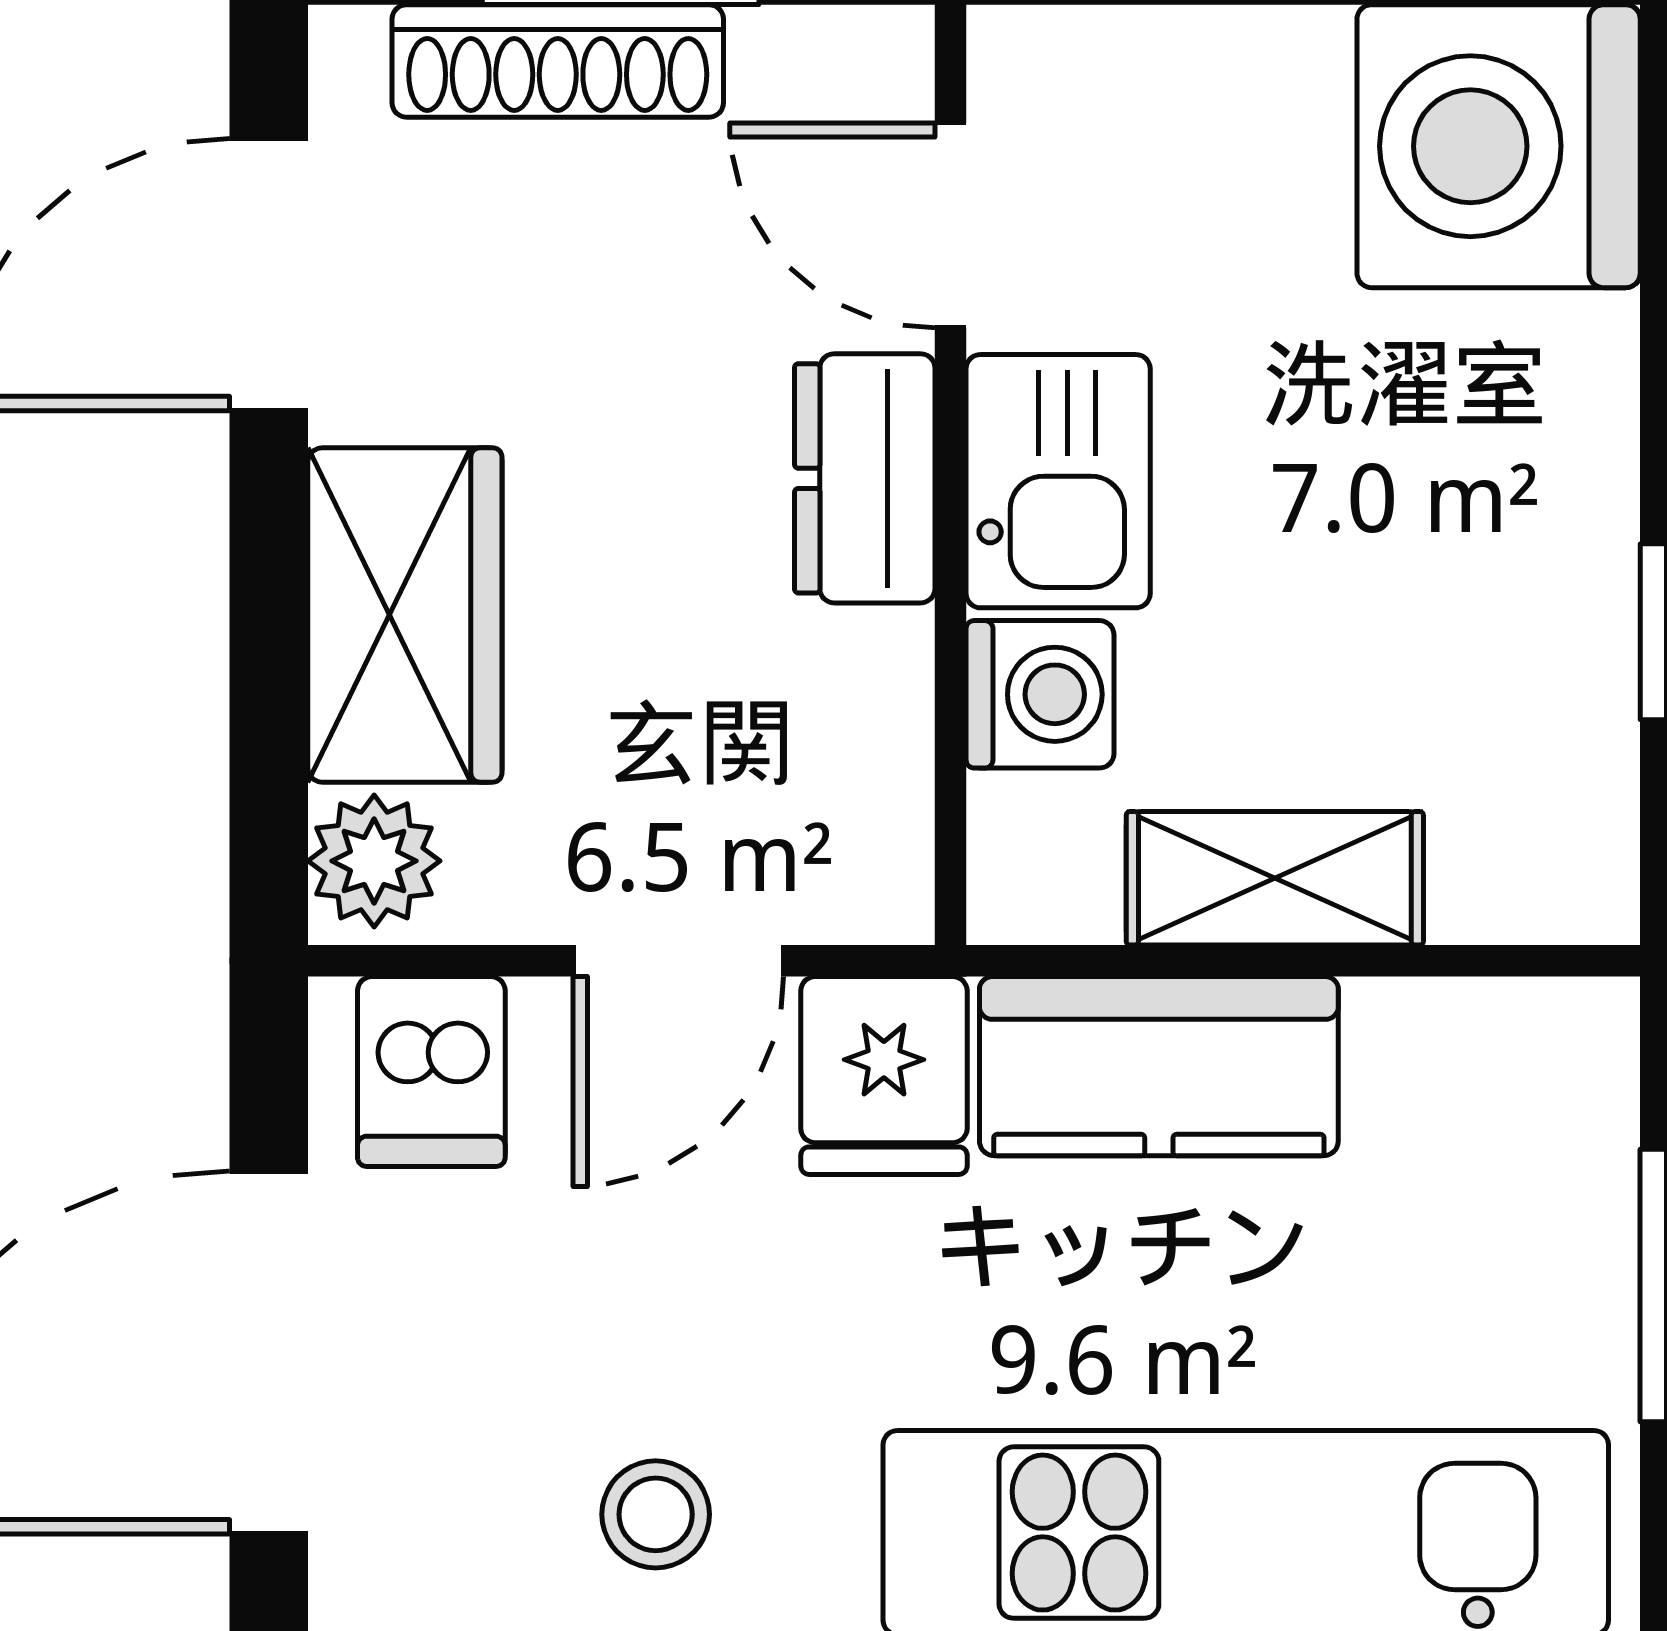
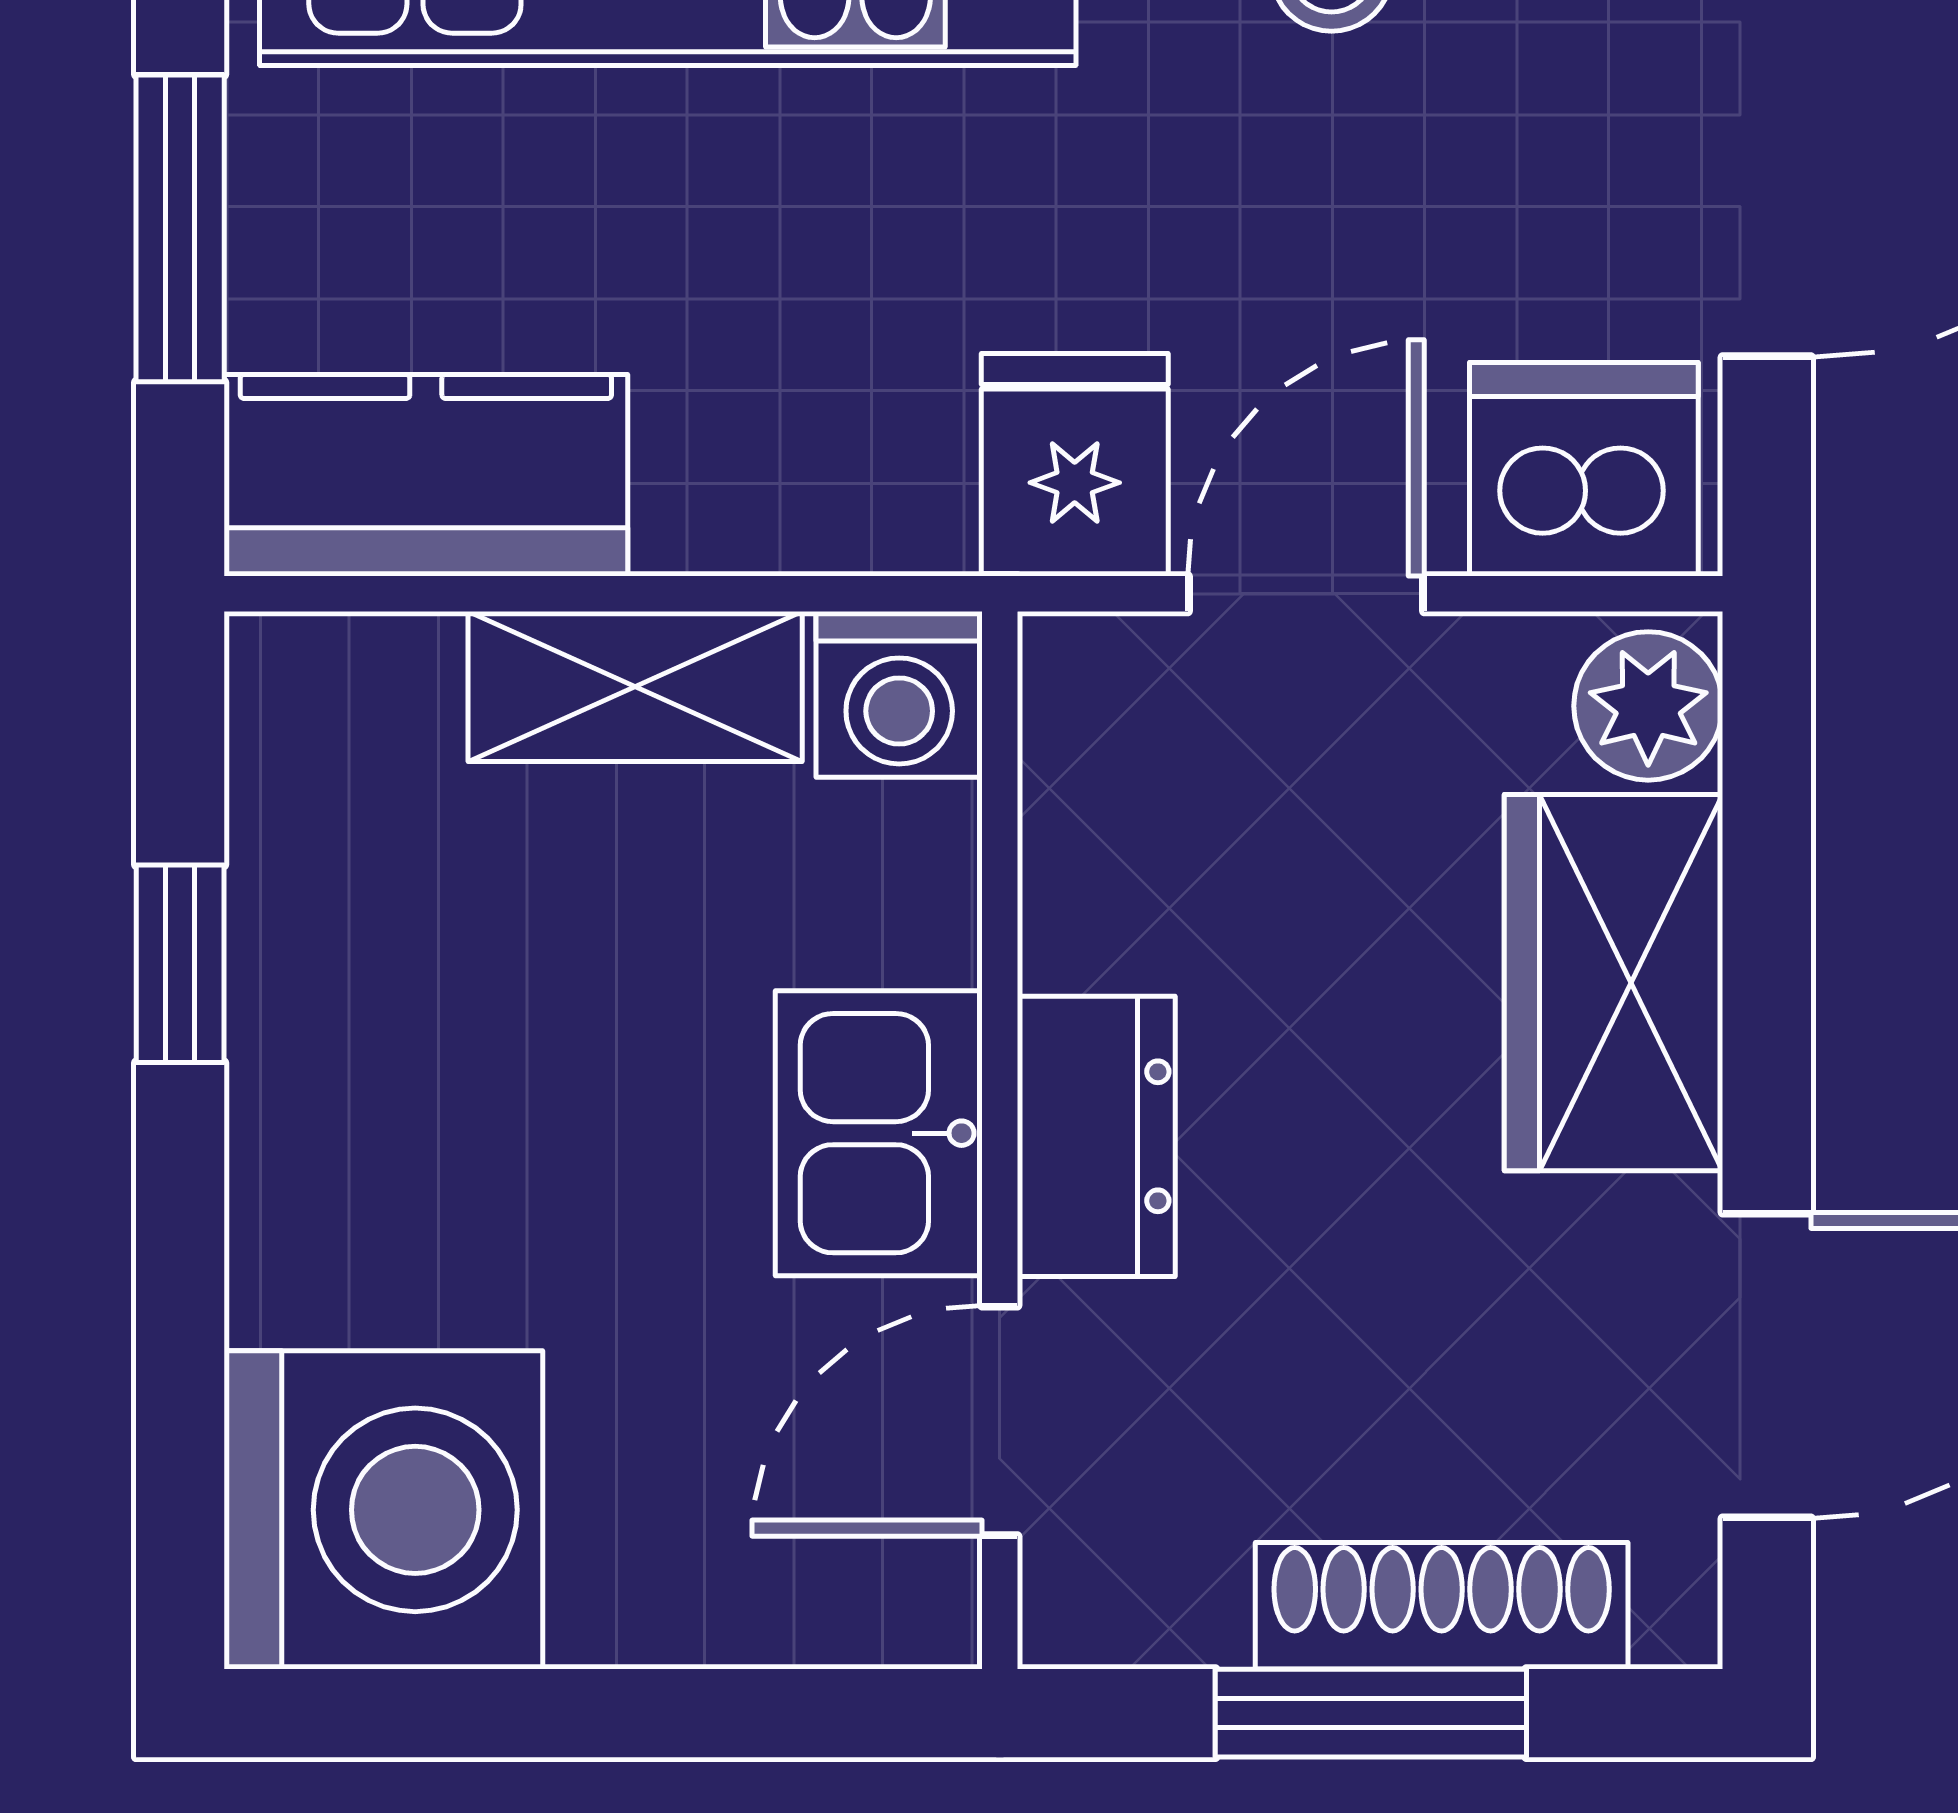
door: (951, 225) -> (1000, 1421), swing flipped
washing machine: (1040, 694) -> (899, 694), moved, turned -90
kitchen counter: (1159, 1066) -> (426, 475), moved
dishwasher: (431, 1071) -> (1584, 469), width x1.38

